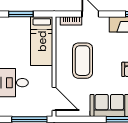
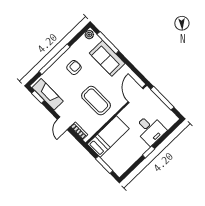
coffee table: (83, 61) -> (96, 101), turned 90

